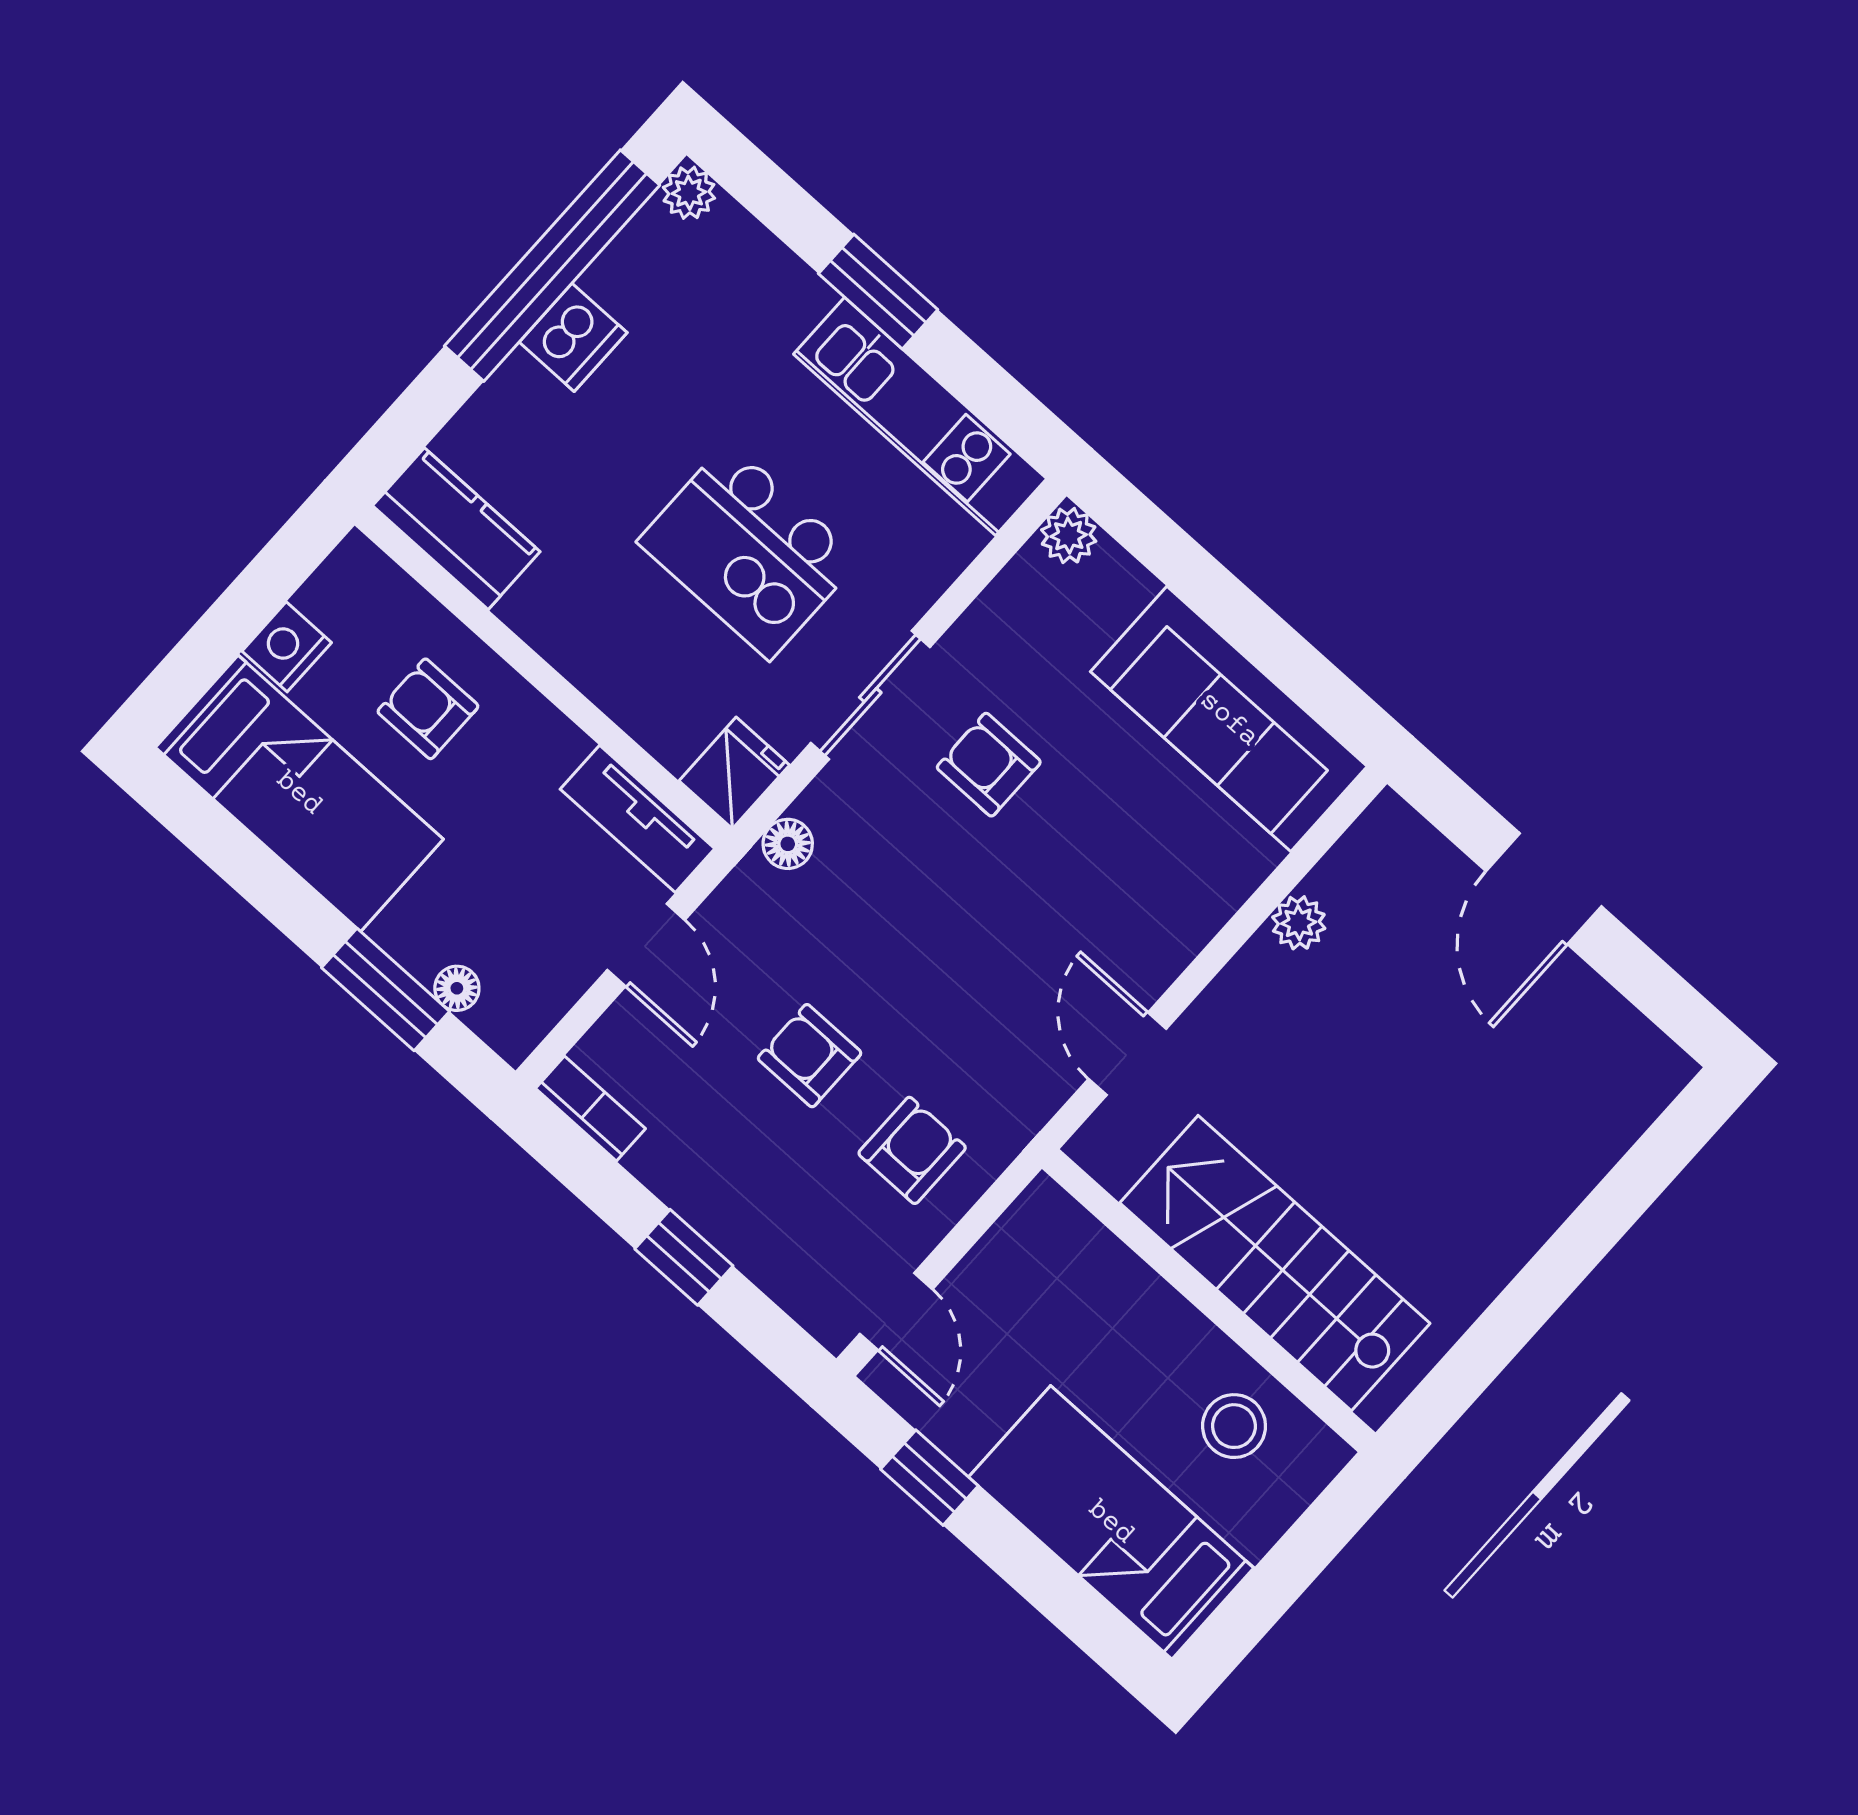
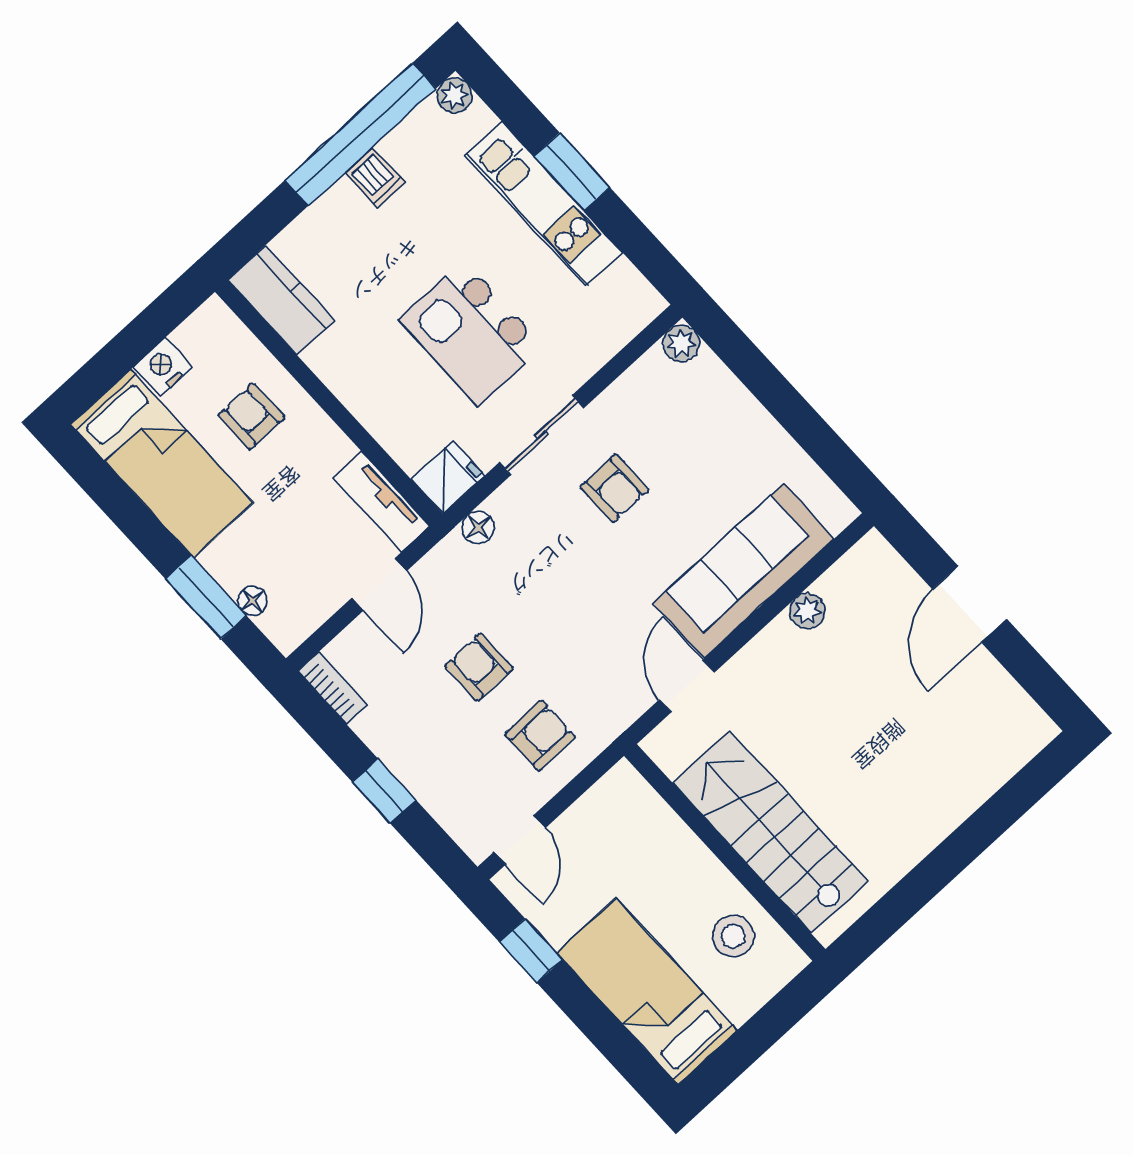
dishwasher: (573, 337) -> (375, 178), width x0.73
kitchen unit: (920, 416) -> (544, 204), moved
sofa: (1229, 719) -> (744, 571), moved, turned 90
armchair: (989, 765) -> (615, 488), turned 180

